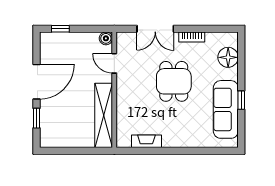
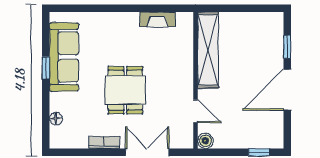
floor lamp: (228, 57) -> (56, 118), width x0.53, depth x0.53

